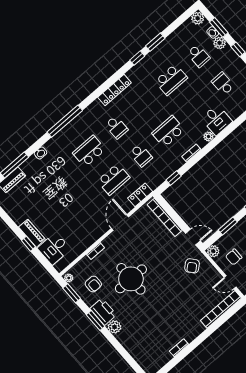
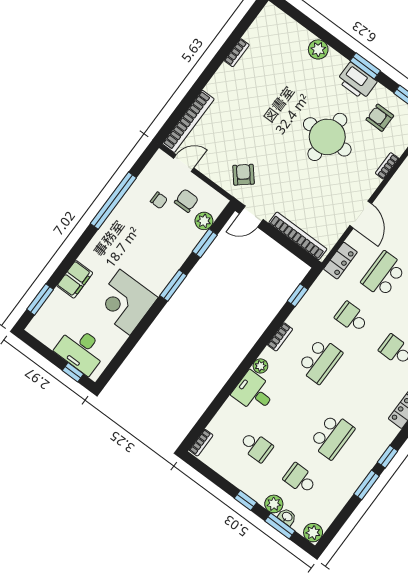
school desk: (171, 80) -> (332, 436), turned 180
plant: (213, 251) -> (204, 221), moved
plant: (114, 327) -> (318, 49), moved

